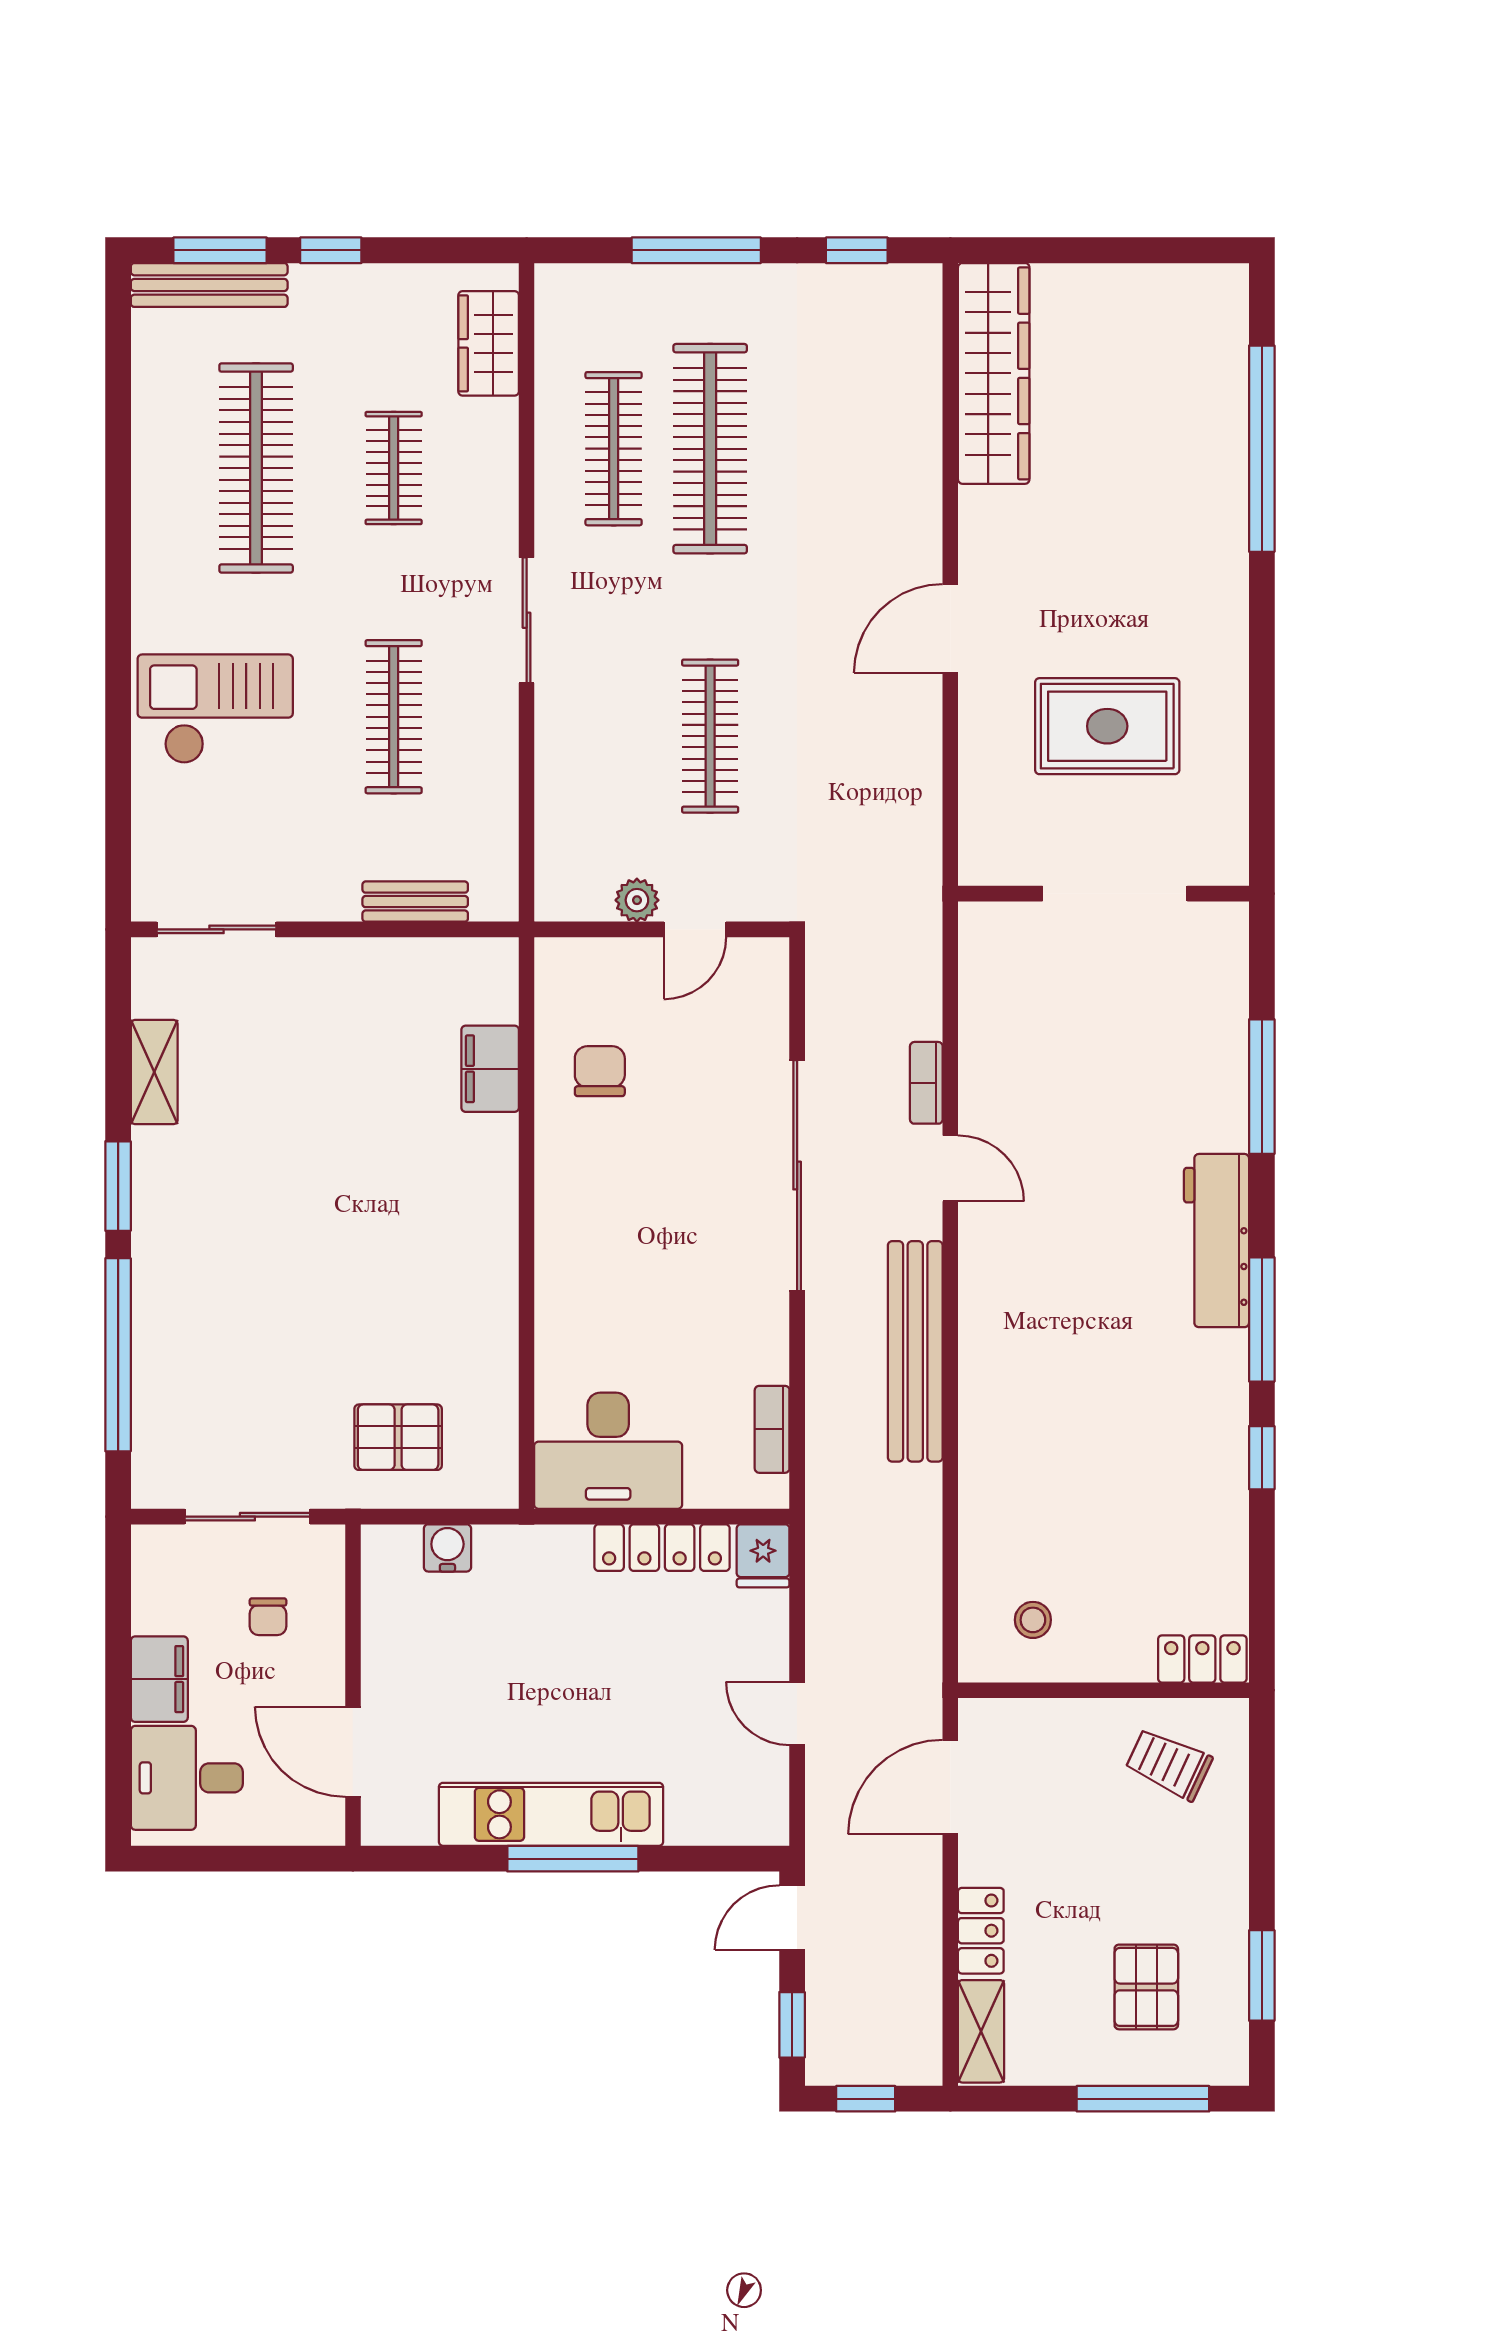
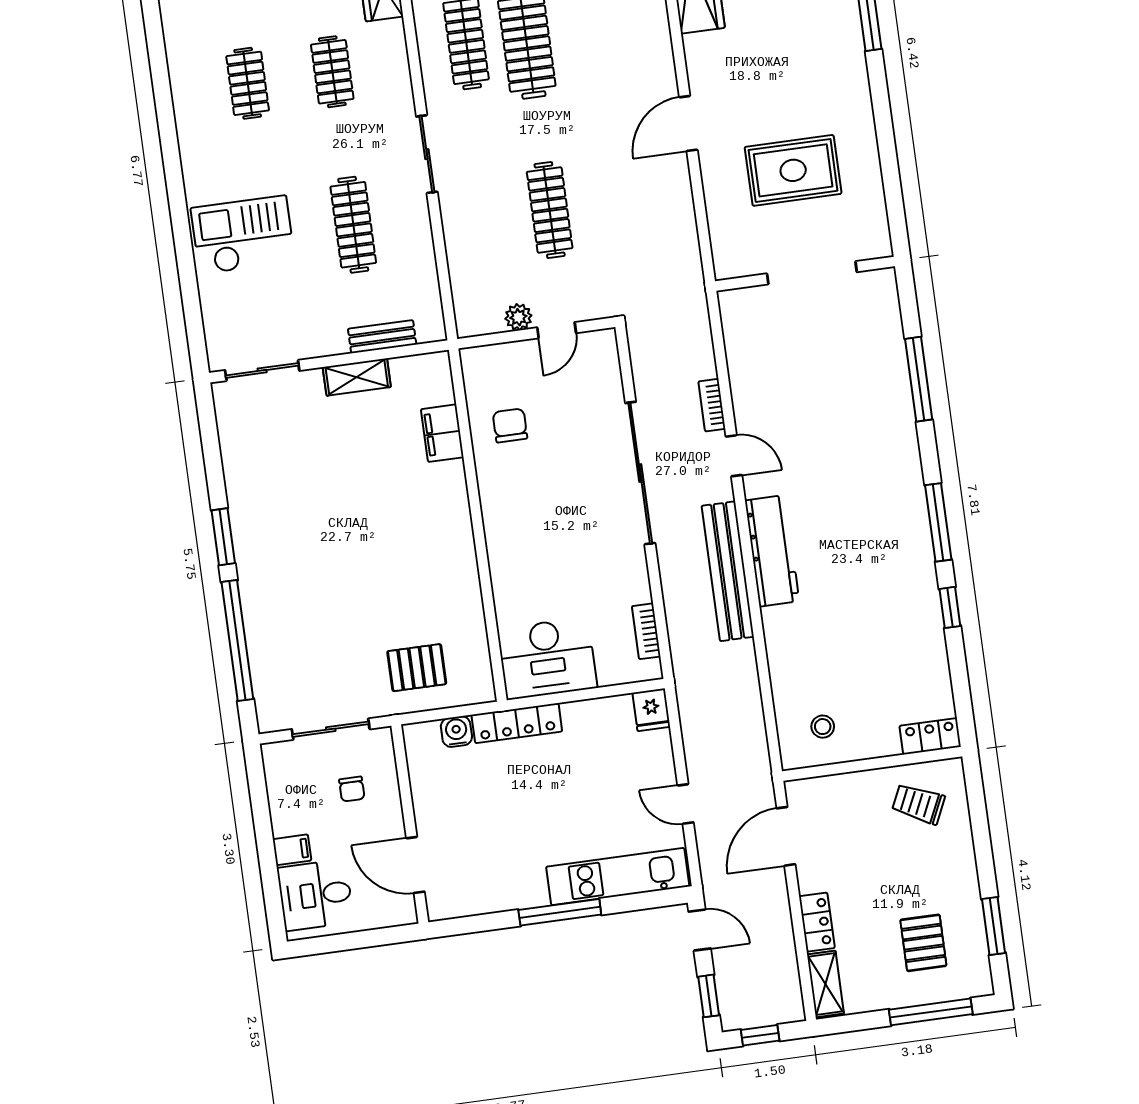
clothes rail: (256, 468) -> (248, 83), width x0.54, depth x0.76
shelving: (154, 1072) -> (357, 377), moved, turned 90
workbench: (1217, 1241) -> (772, 551), moved, turned 180
locker: (662, 1548) -> (517, 723), moved
filing cabinet: (159, 1679) -> (292, 850), width x0.50
kitchen unit: (551, 1814) -> (618, 877), moved
door: (792, 1918) -> (700, 930), swing flipped

